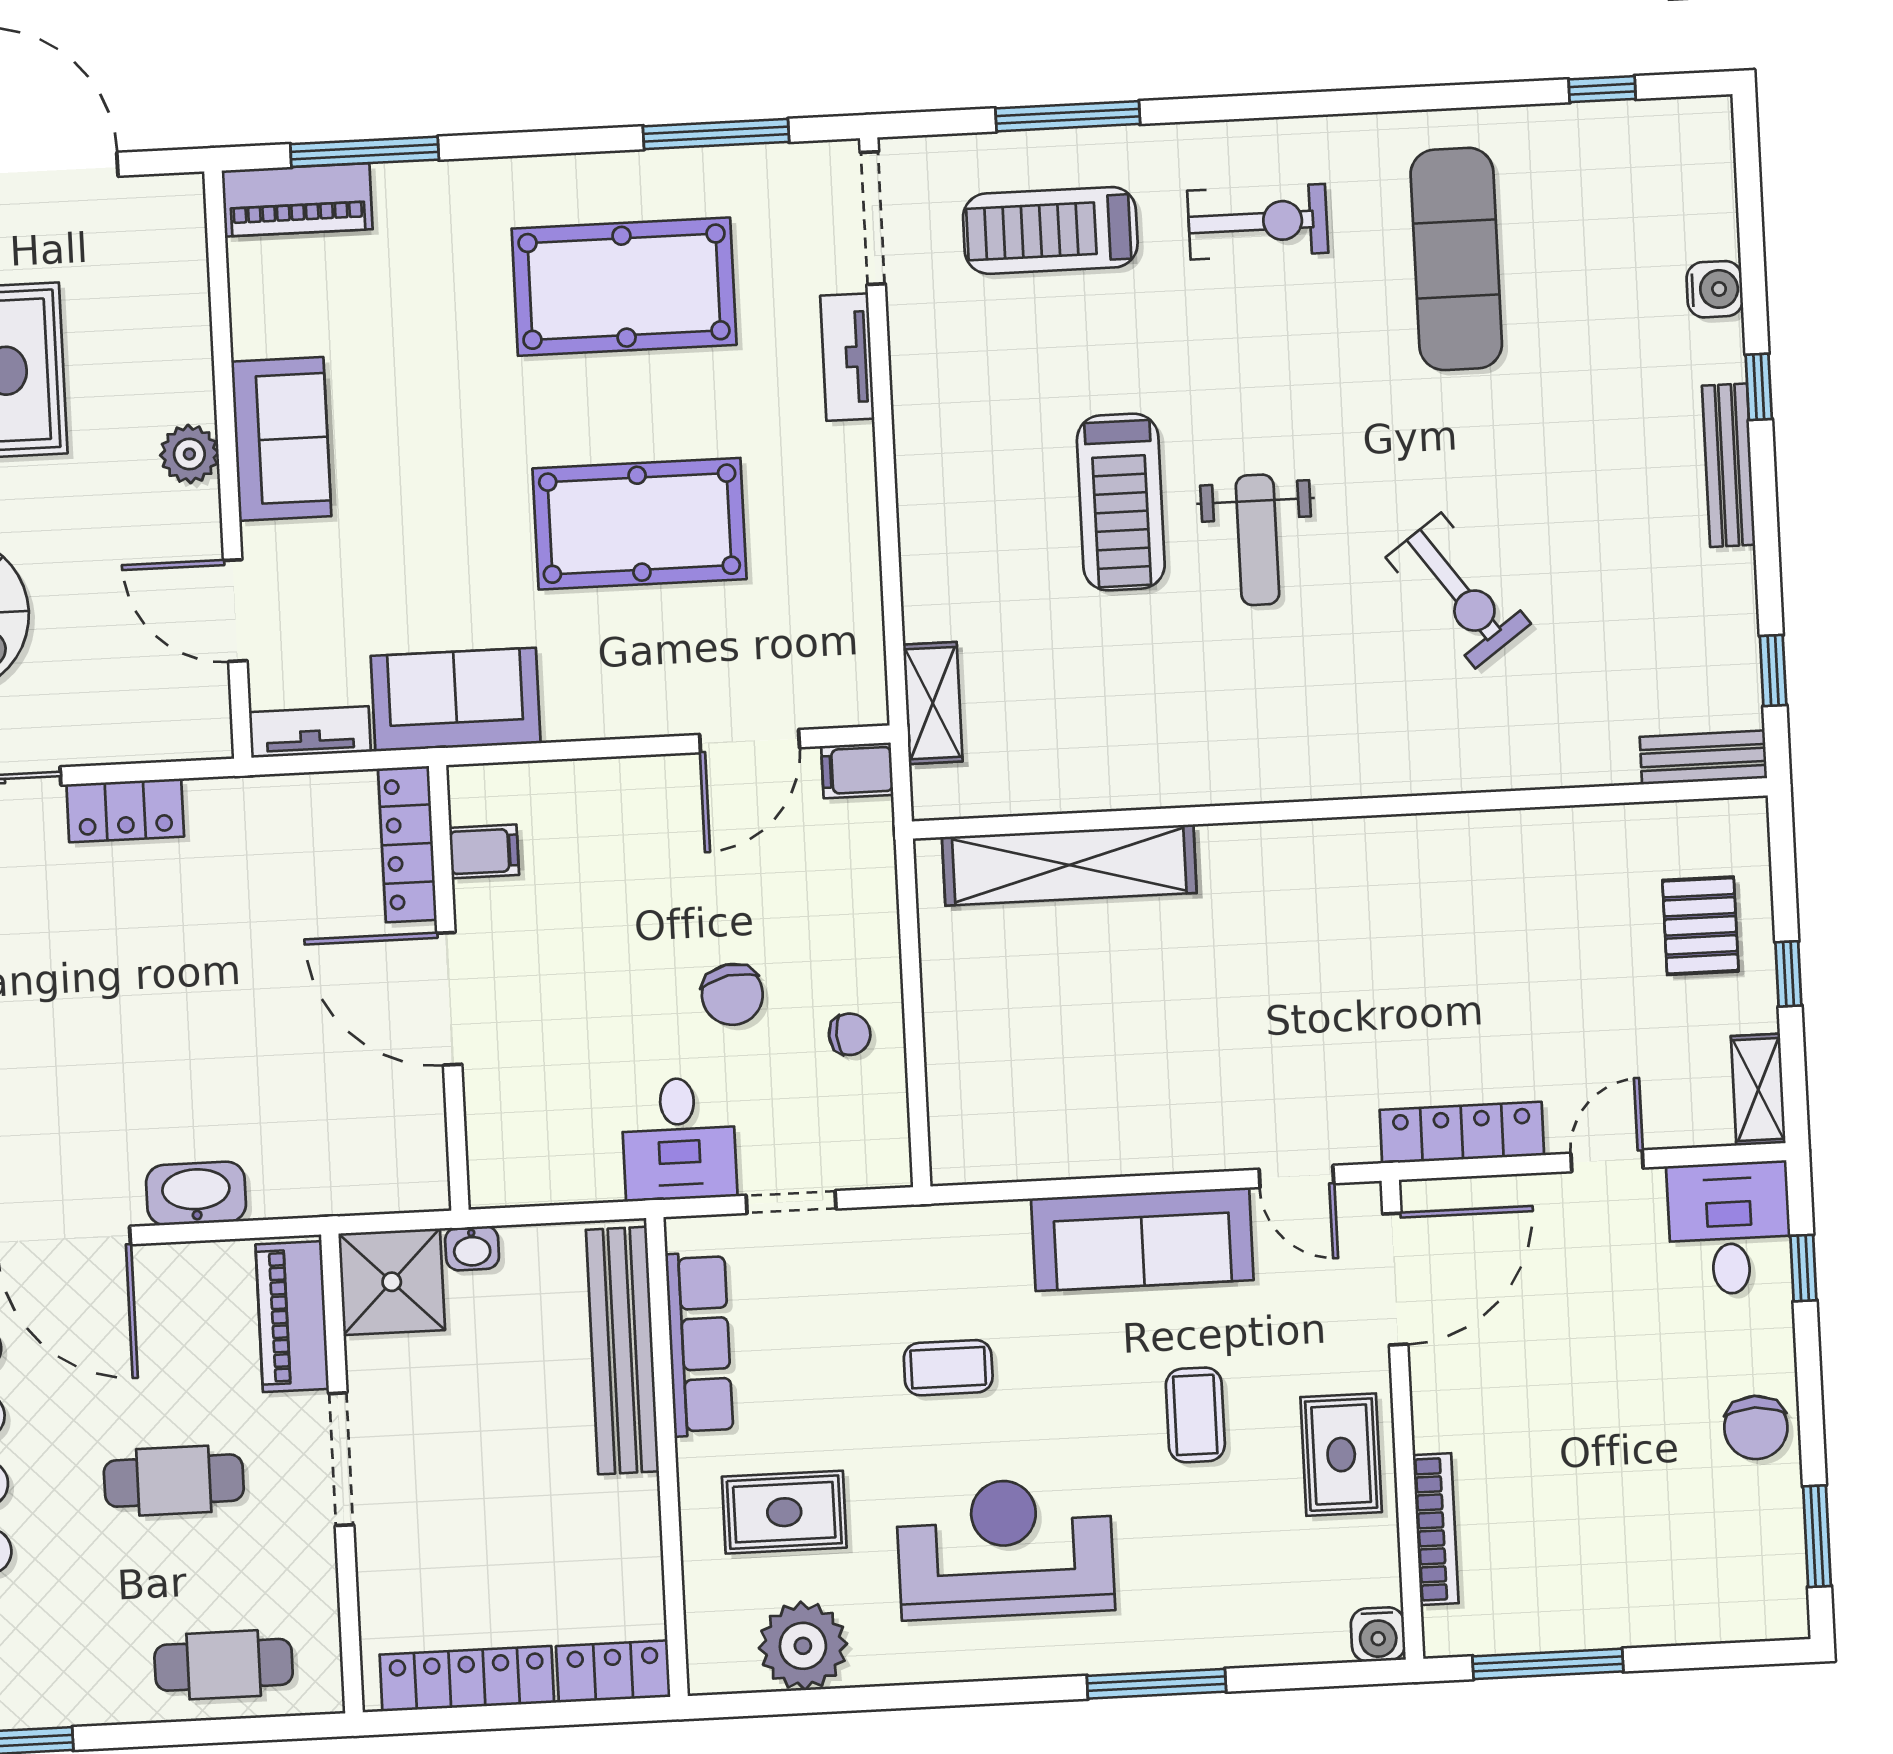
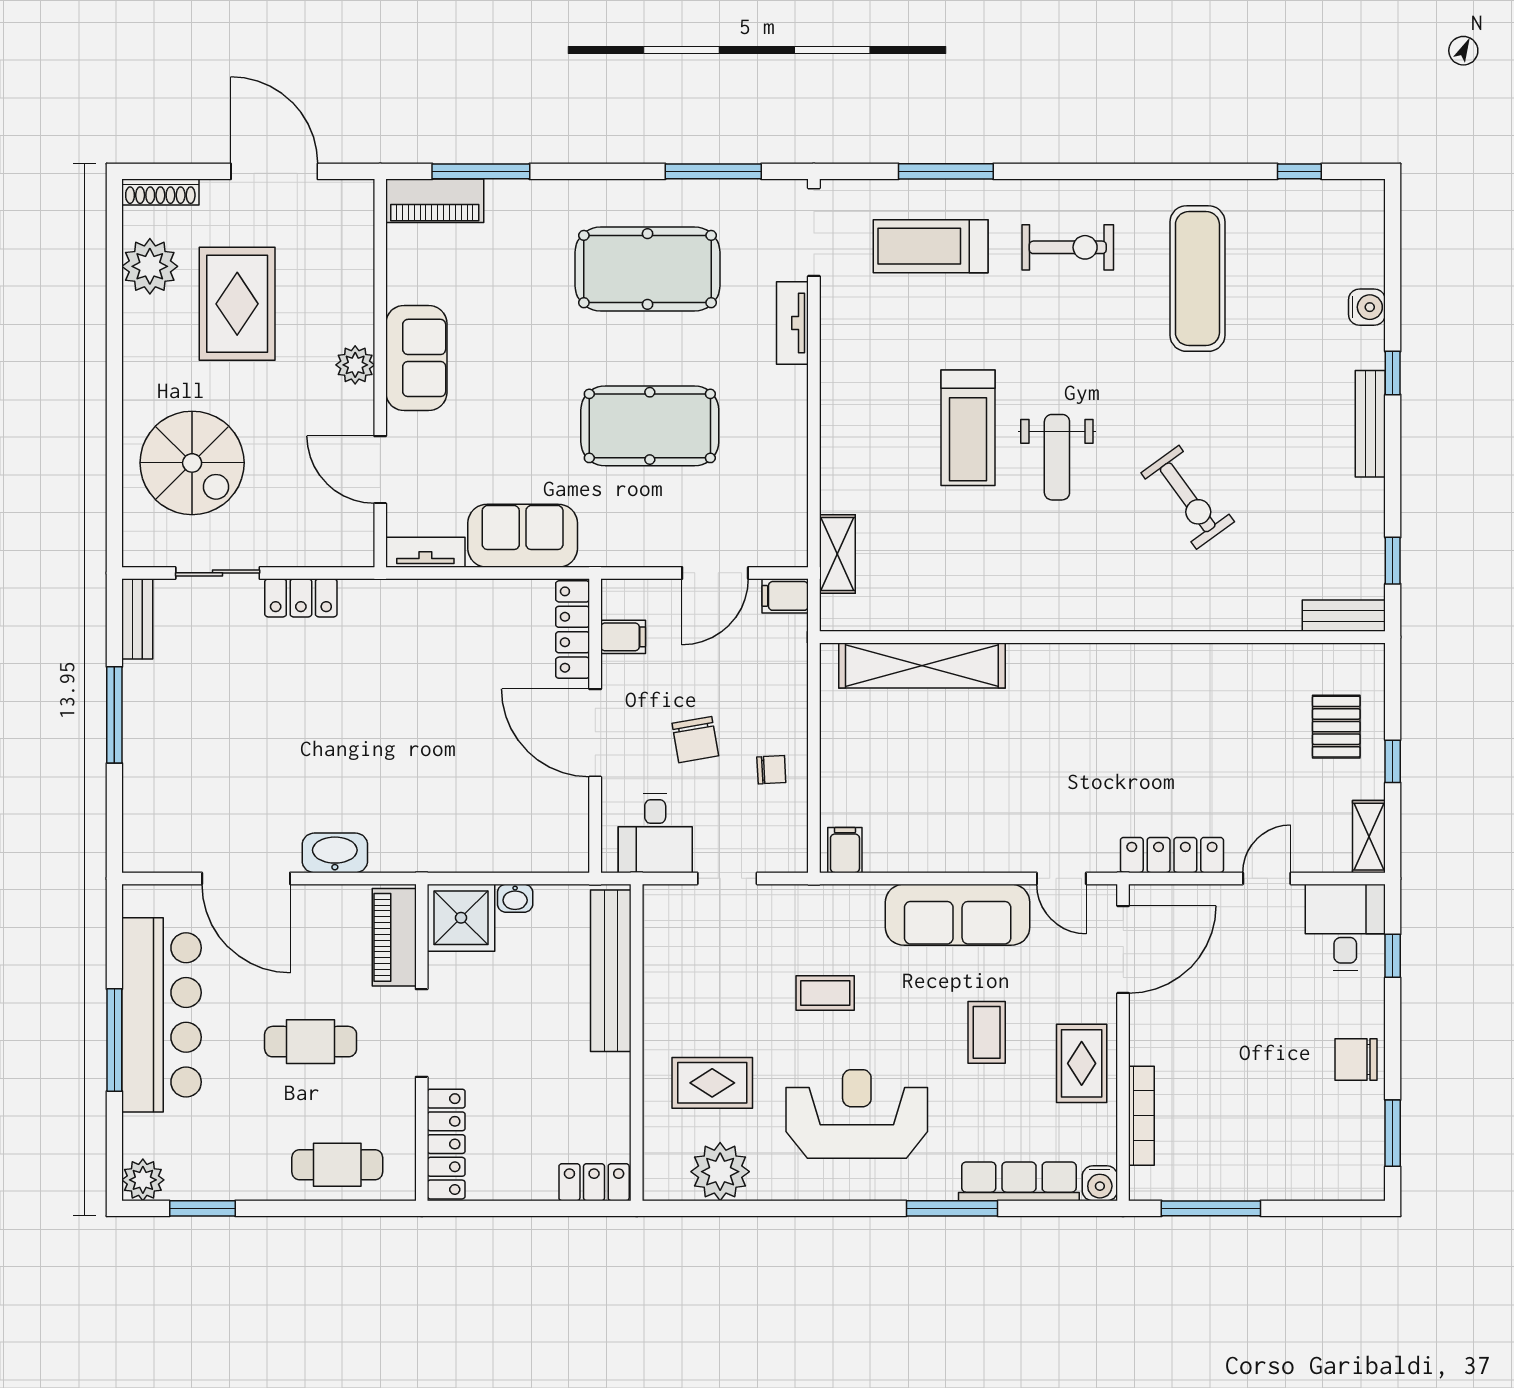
locker: (407, 844) -> (573, 630), moved
filing cabinet: (484, 851) -> (623, 637), moved
wall: (449, 988) -> (595, 726), moved
door: (449, 999) -> (595, 733), moved
filing cabinet: (967, 1150) -> (845, 850), added
row of seats: (699, 1344) -> (1019, 1181), moved, turned -90
chair: (1756, 1428) -> (1356, 1059), turned 90
locker: (467, 1679) -> (446, 1144), moved, turned 90

